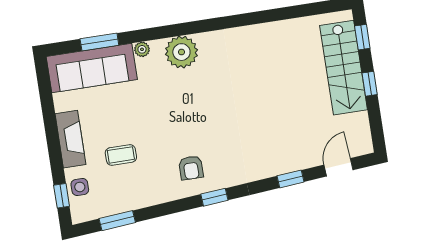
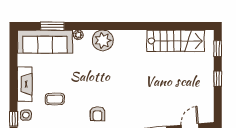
stairs: (344, 68) -> (176, 41), moved, turned -90

